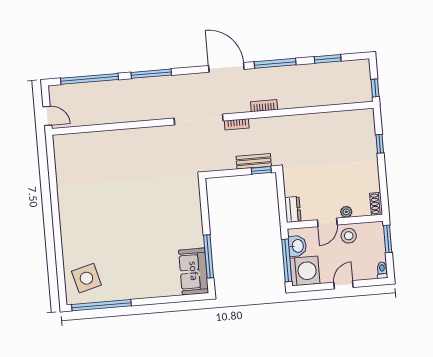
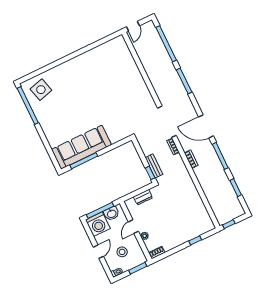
door: (226, 67) -> (206, 126), swing flipped
dresser: (293, 209) -> (143, 197), moved
door: (327, 222) -> (133, 227), hinge flipped
stool: (349, 236) -> (122, 252), moved
sofa: (194, 271) -> (81, 147), width x1.85, depth x1.27
door: (344, 285) -> (98, 252), hinge flipped

